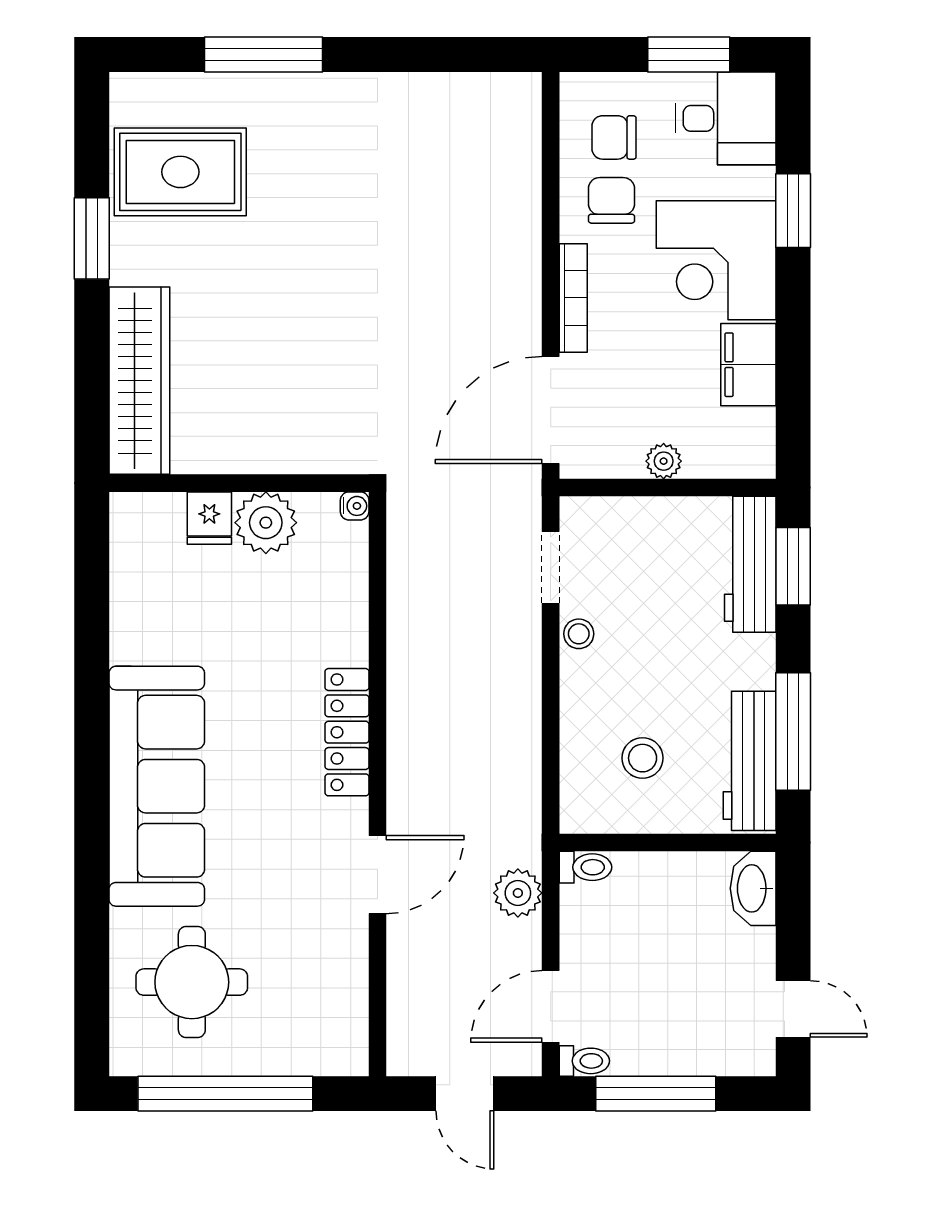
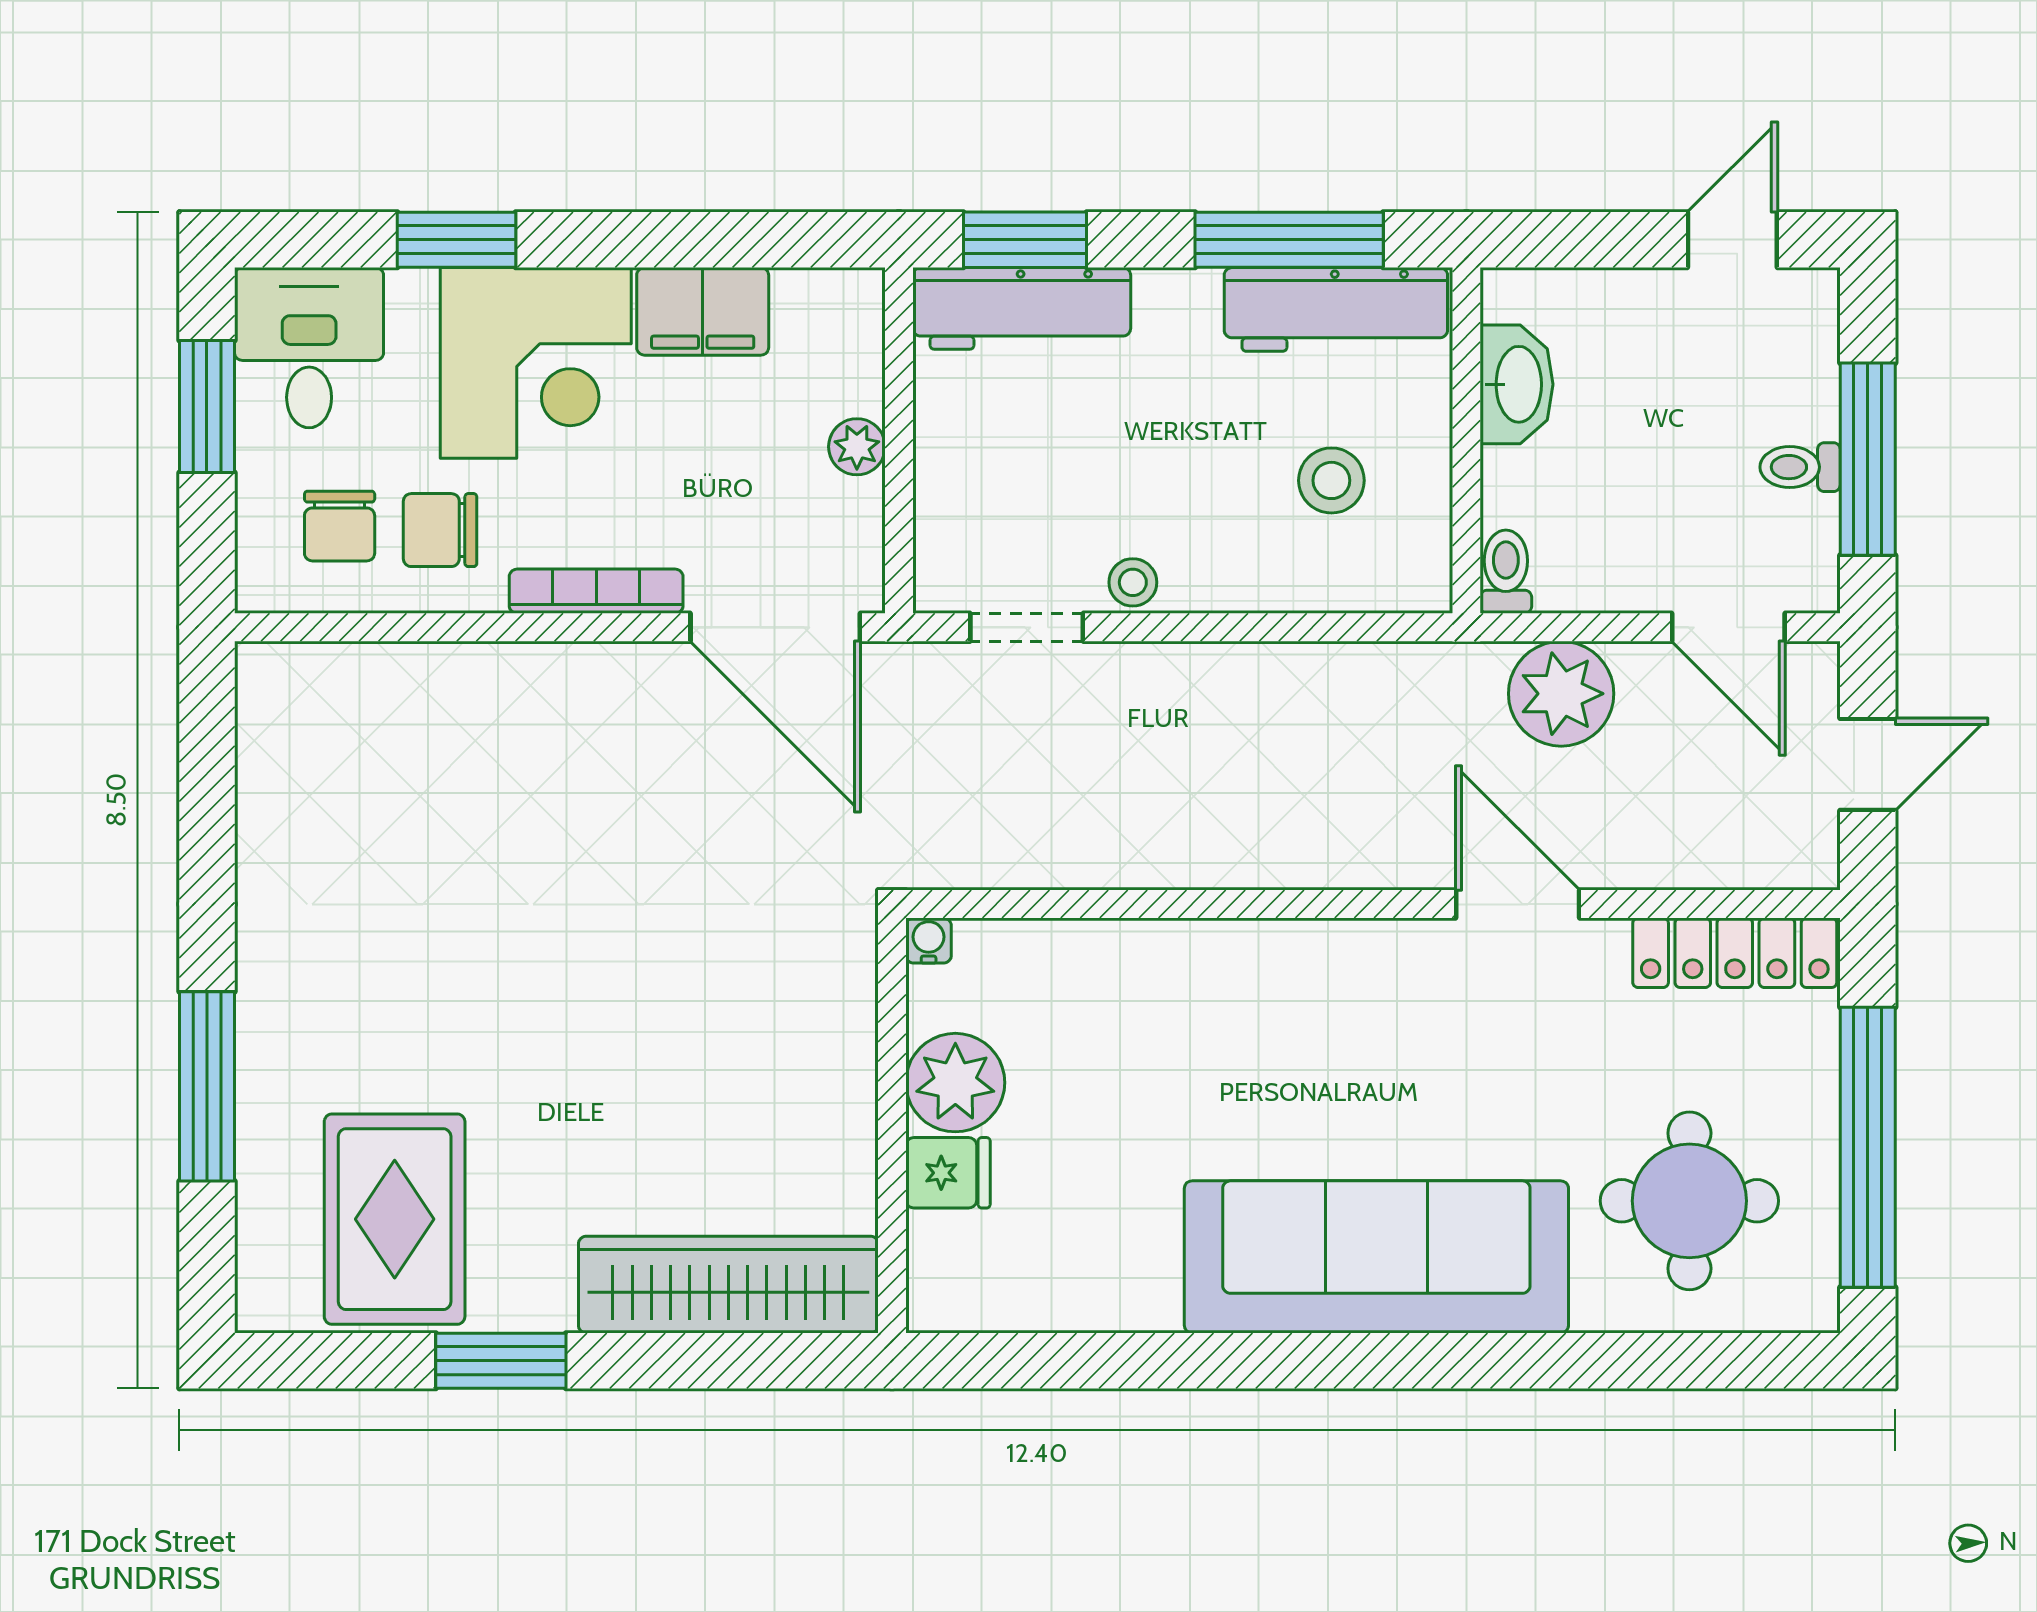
locker: (347, 732) -> (1735, 953), moved
washbasin: (753, 888) -> (1517, 384), moved, turned -90
plant: (518, 893) -> (1561, 694), width x1.36, depth x1.36
toilet: (584, 1061) -> (1800, 467), moved, turned -90

